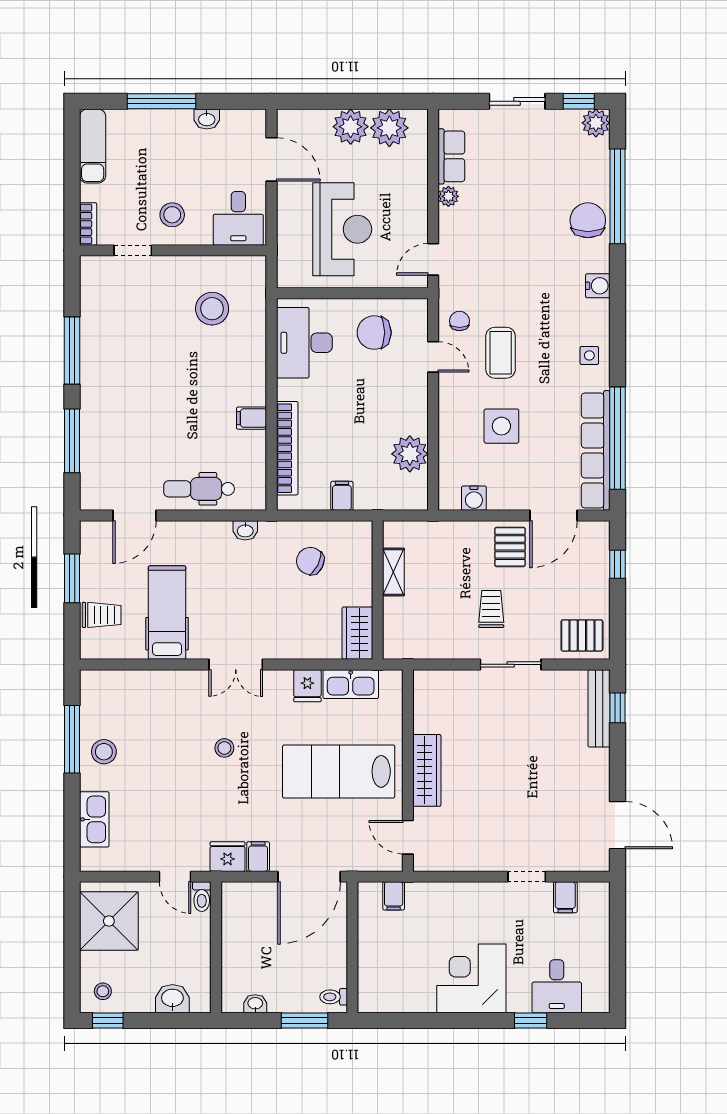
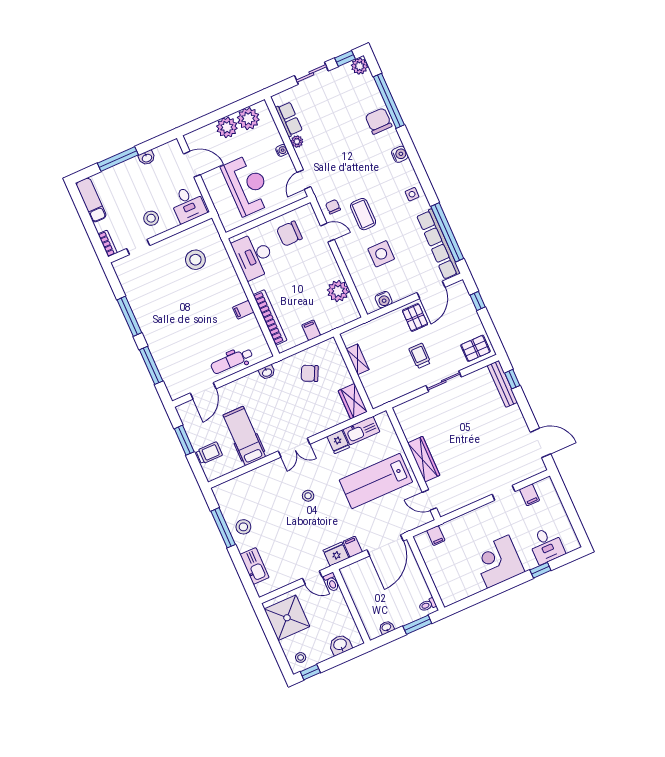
water cooler: (419, 200) -> (282, 150), added

